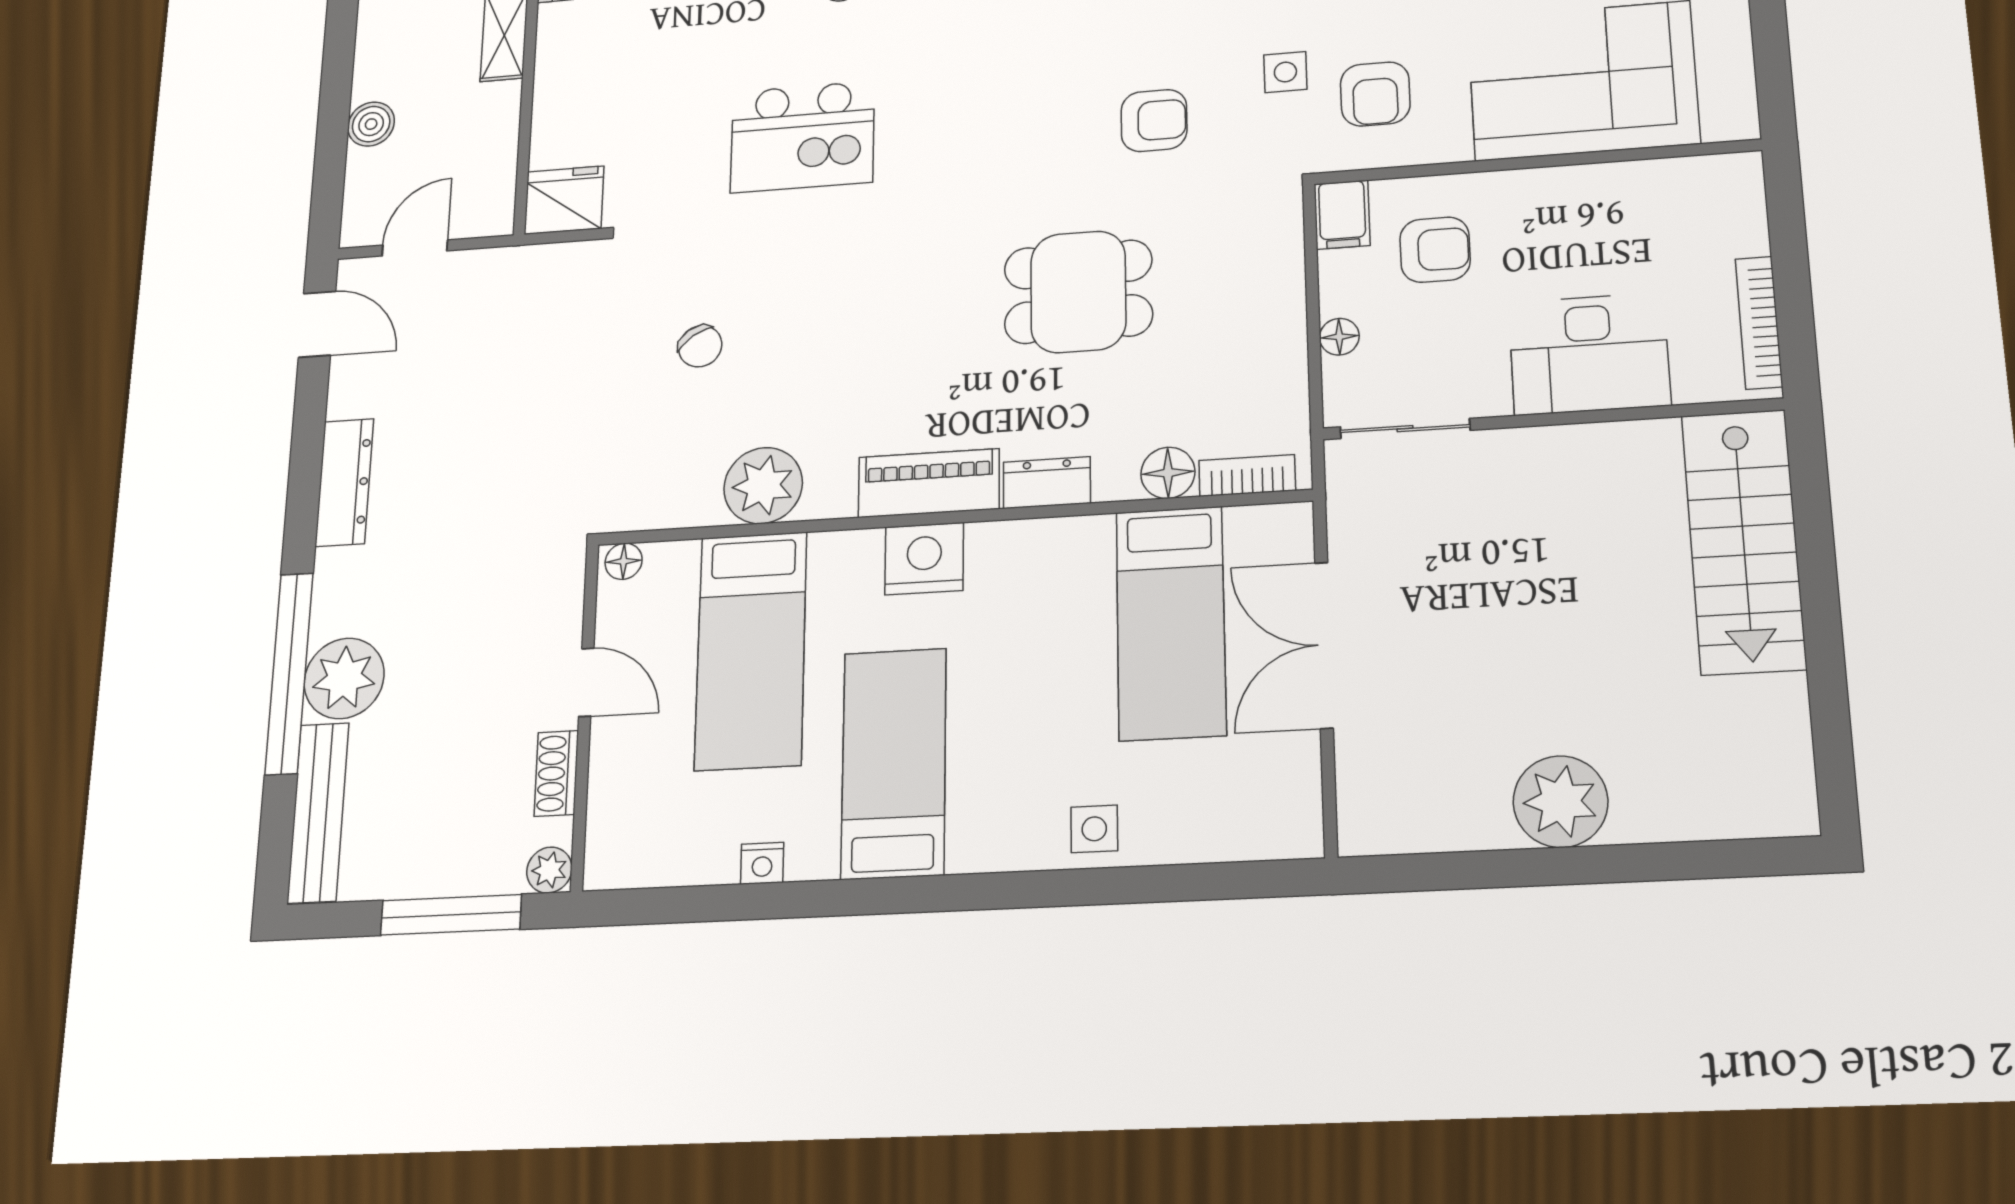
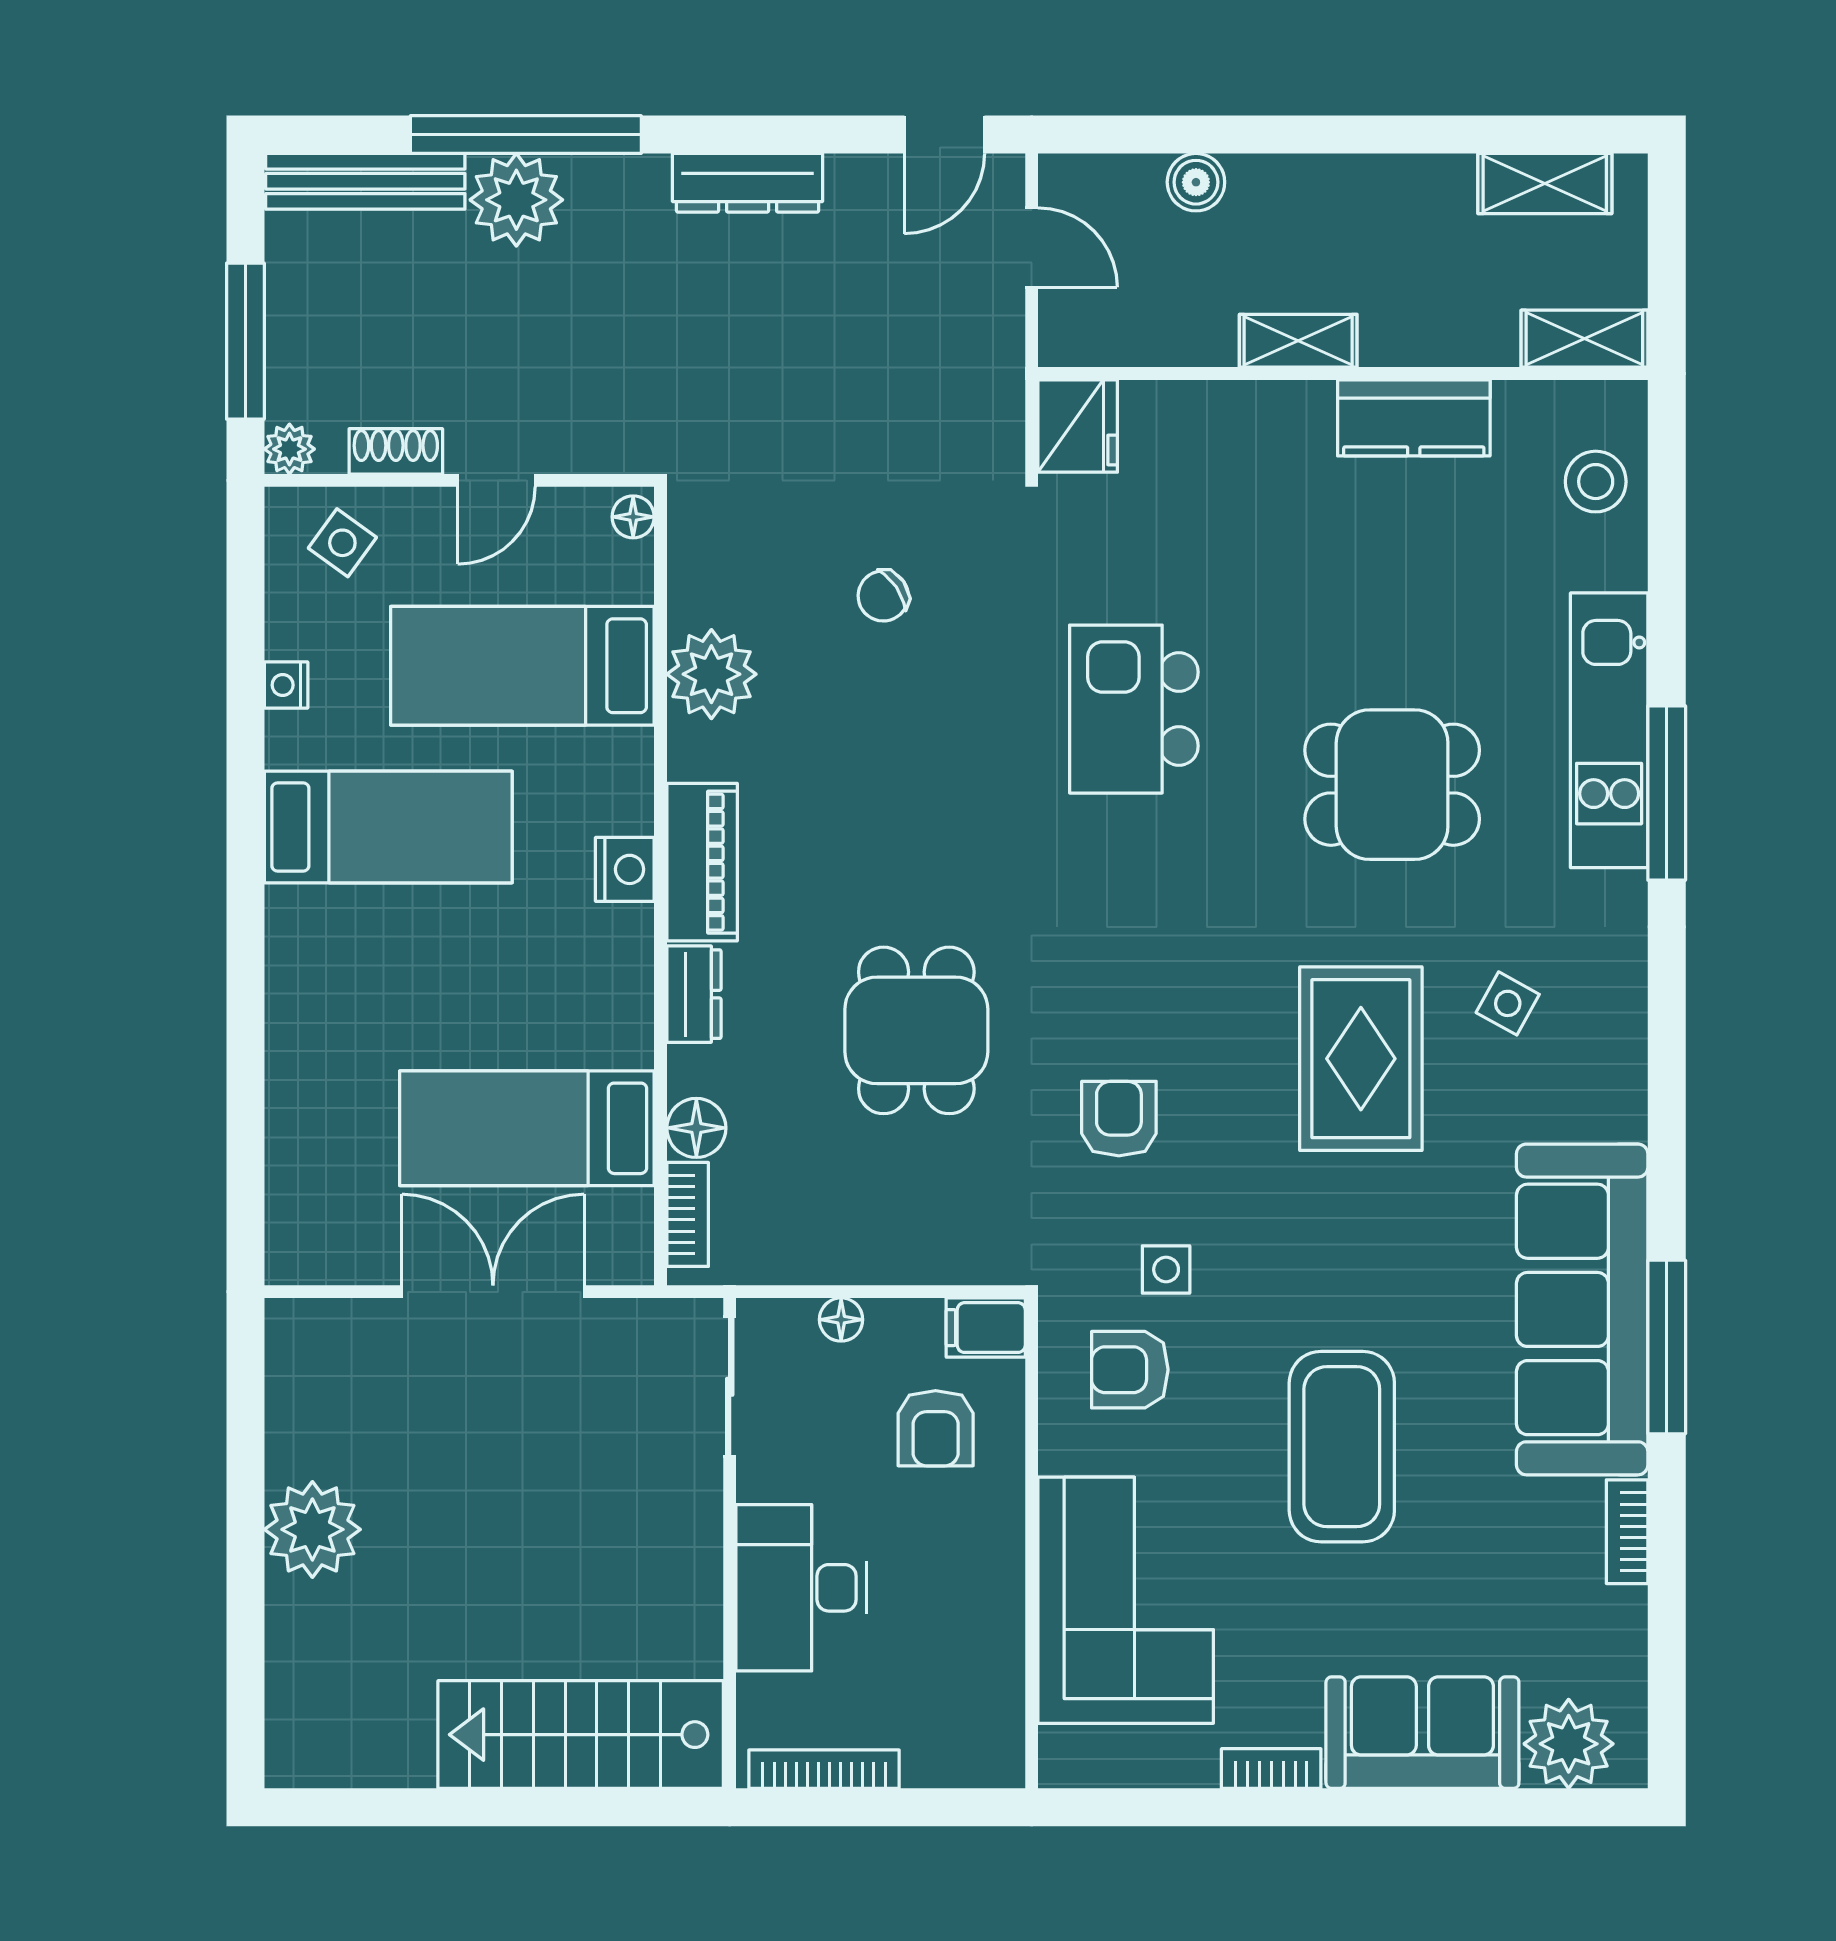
armchair: (1154, 120) -> (1119, 1119), turned 180
nightstand: (924, 559) -> (625, 869), width x0.74, depth x0.75
side table: (1094, 829) -> (342, 543), moved, turned 36

